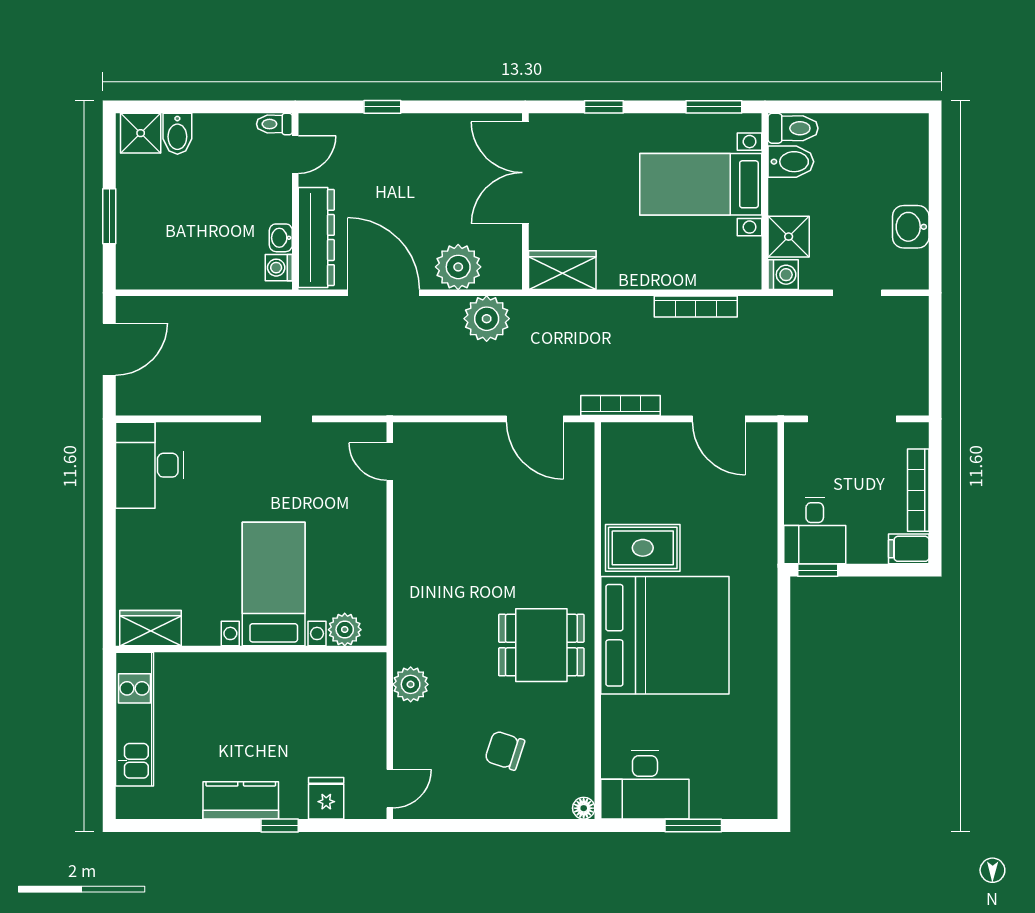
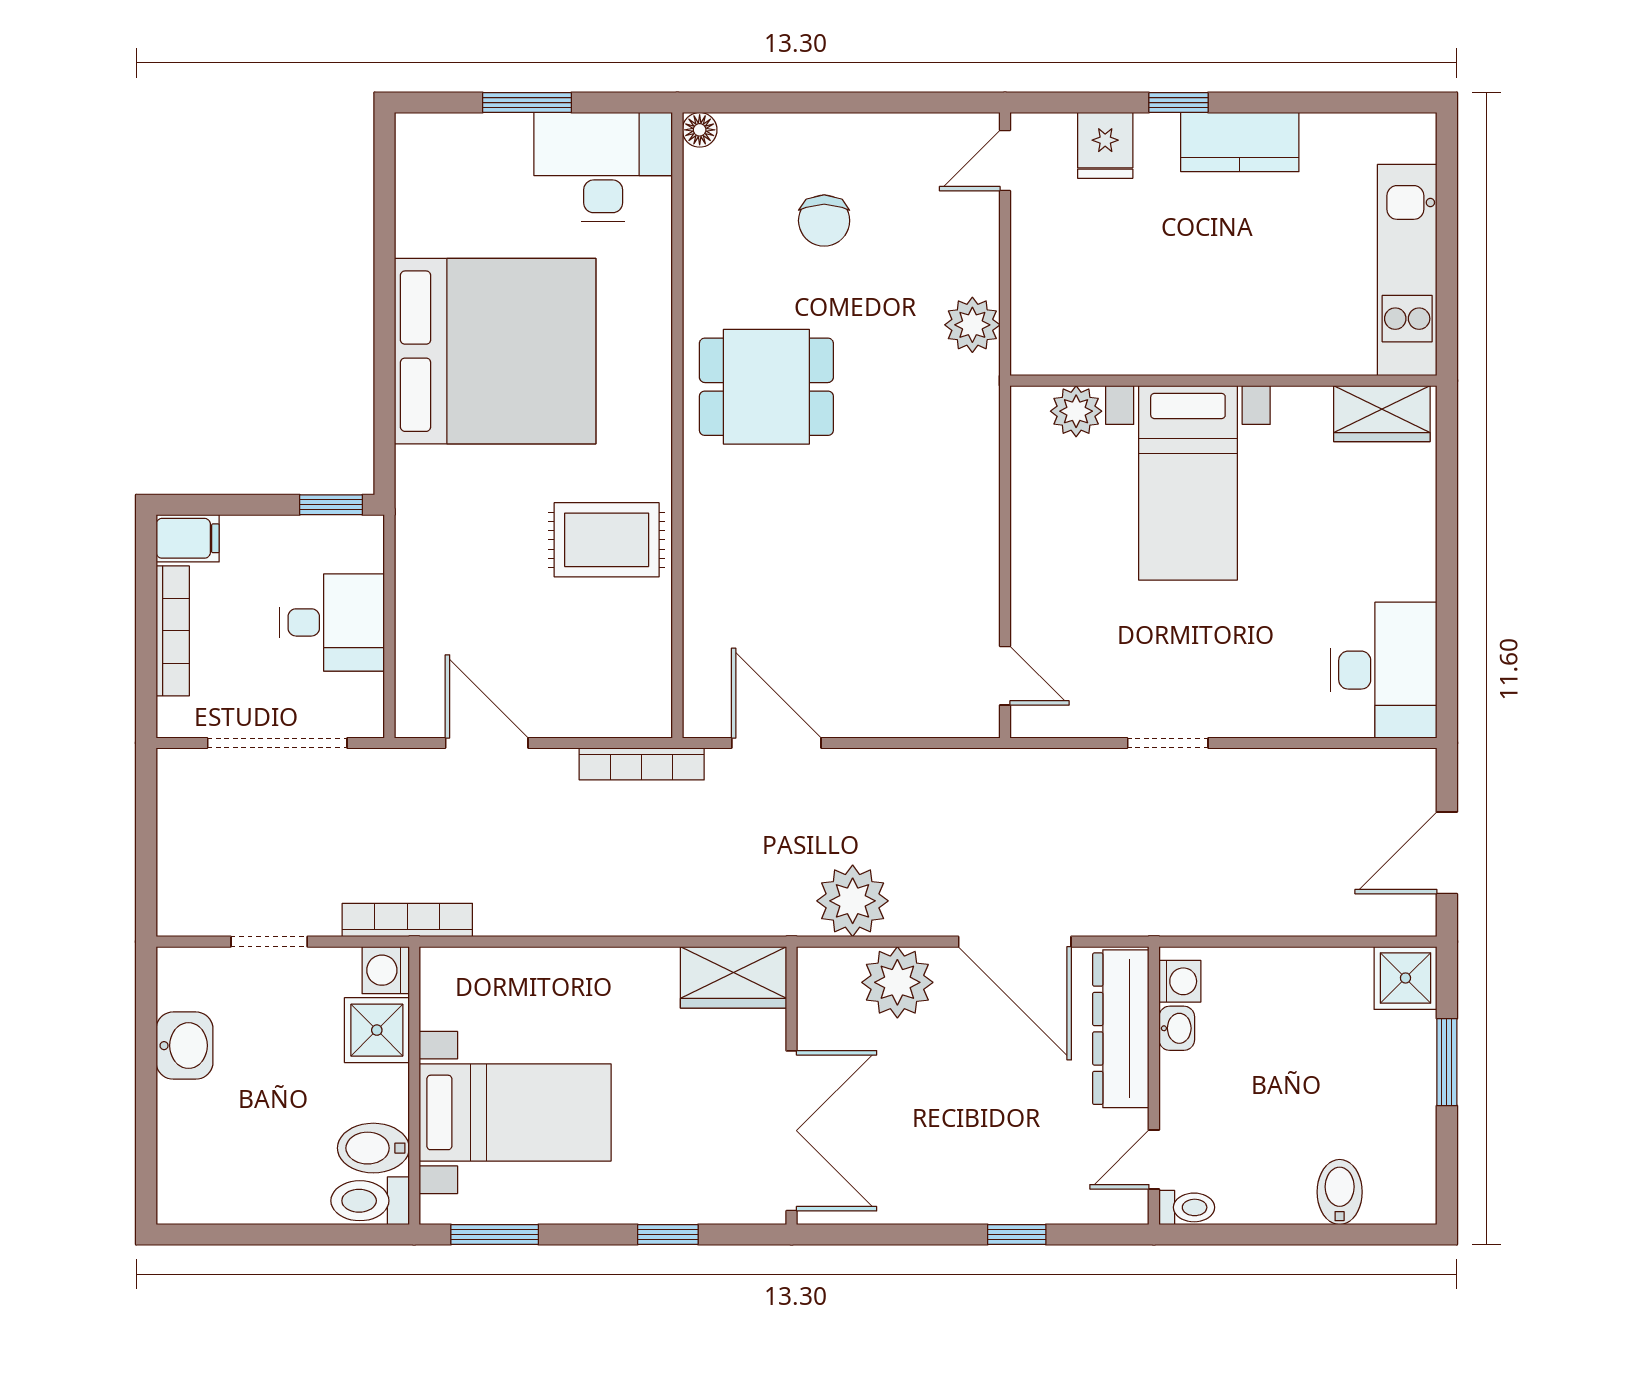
shower: (141, 133) -> (1405, 978), moved
bookcase: (696, 307) -> (407, 920), moved
desk: (815, 531) -> (332, 622), moved, turned 90
bed: (665, 635) -> (495, 351), moved, turned 180
chair: (505, 751) -> (824, 221), turned 72

